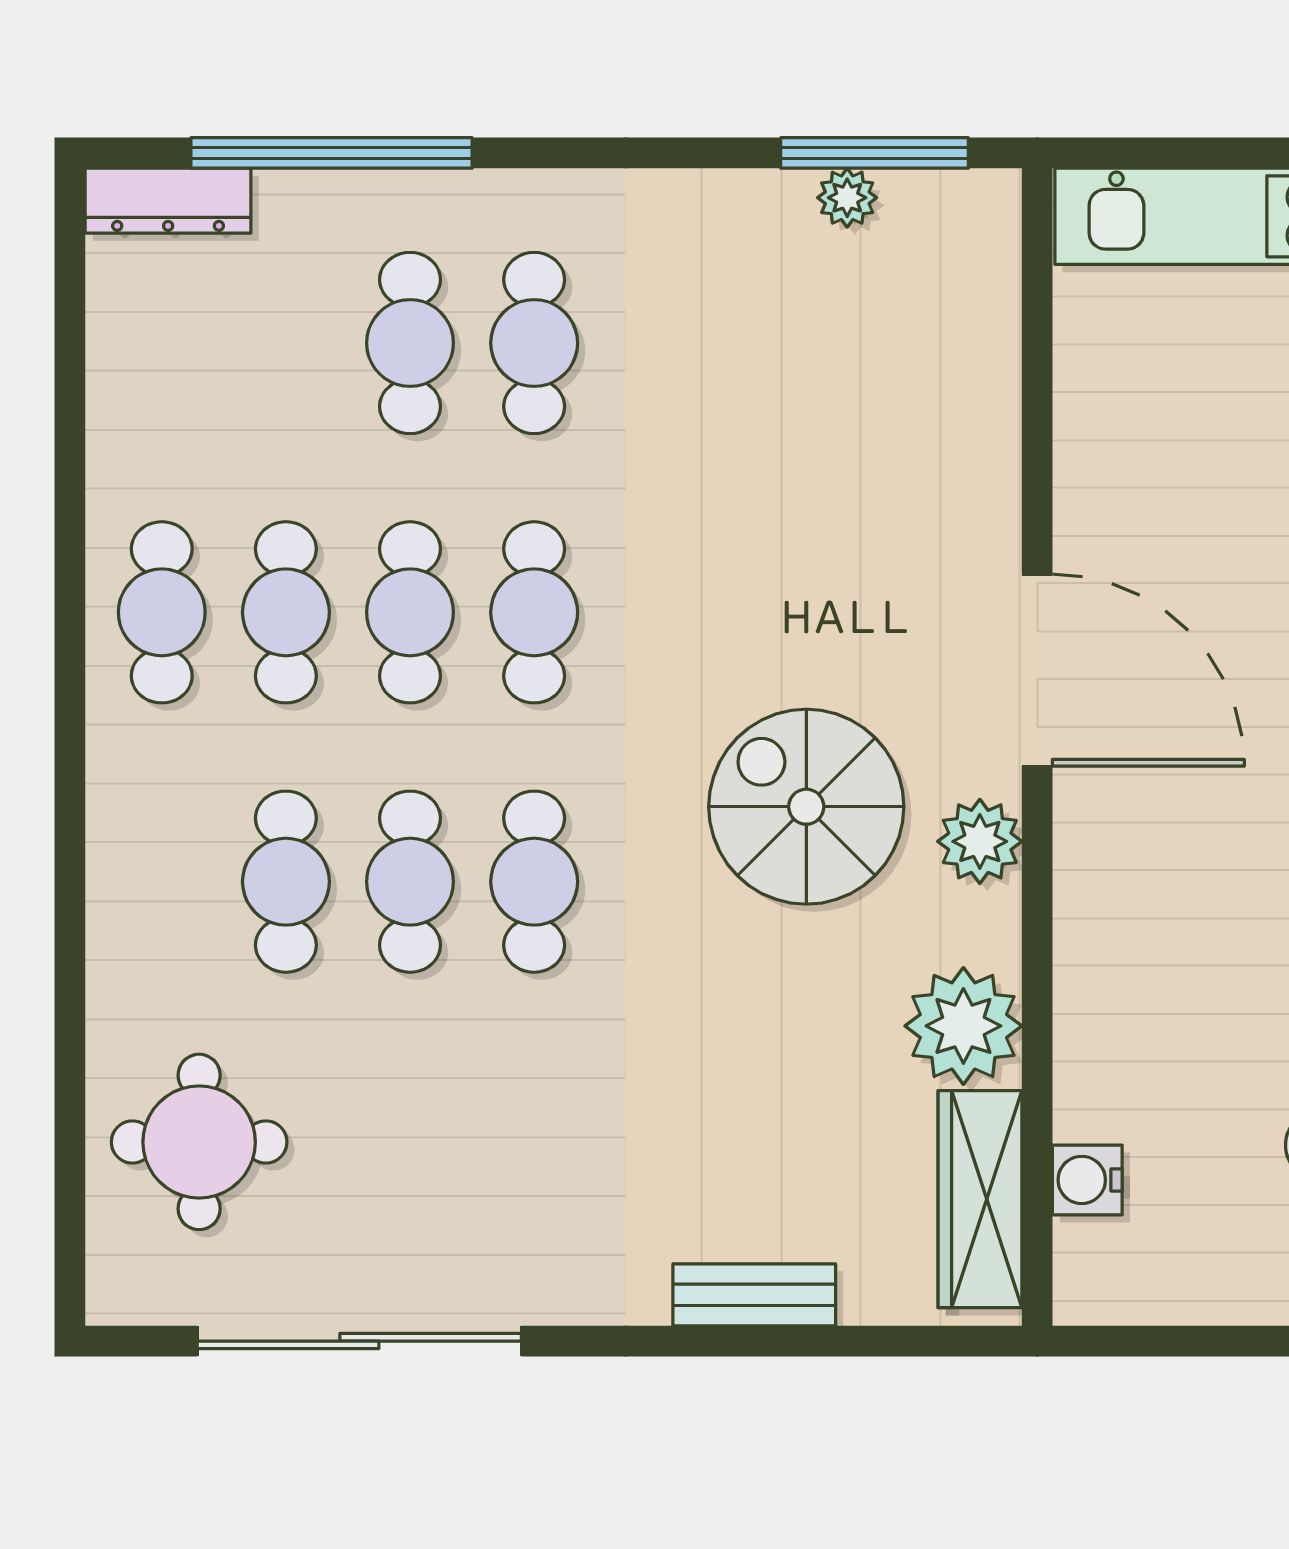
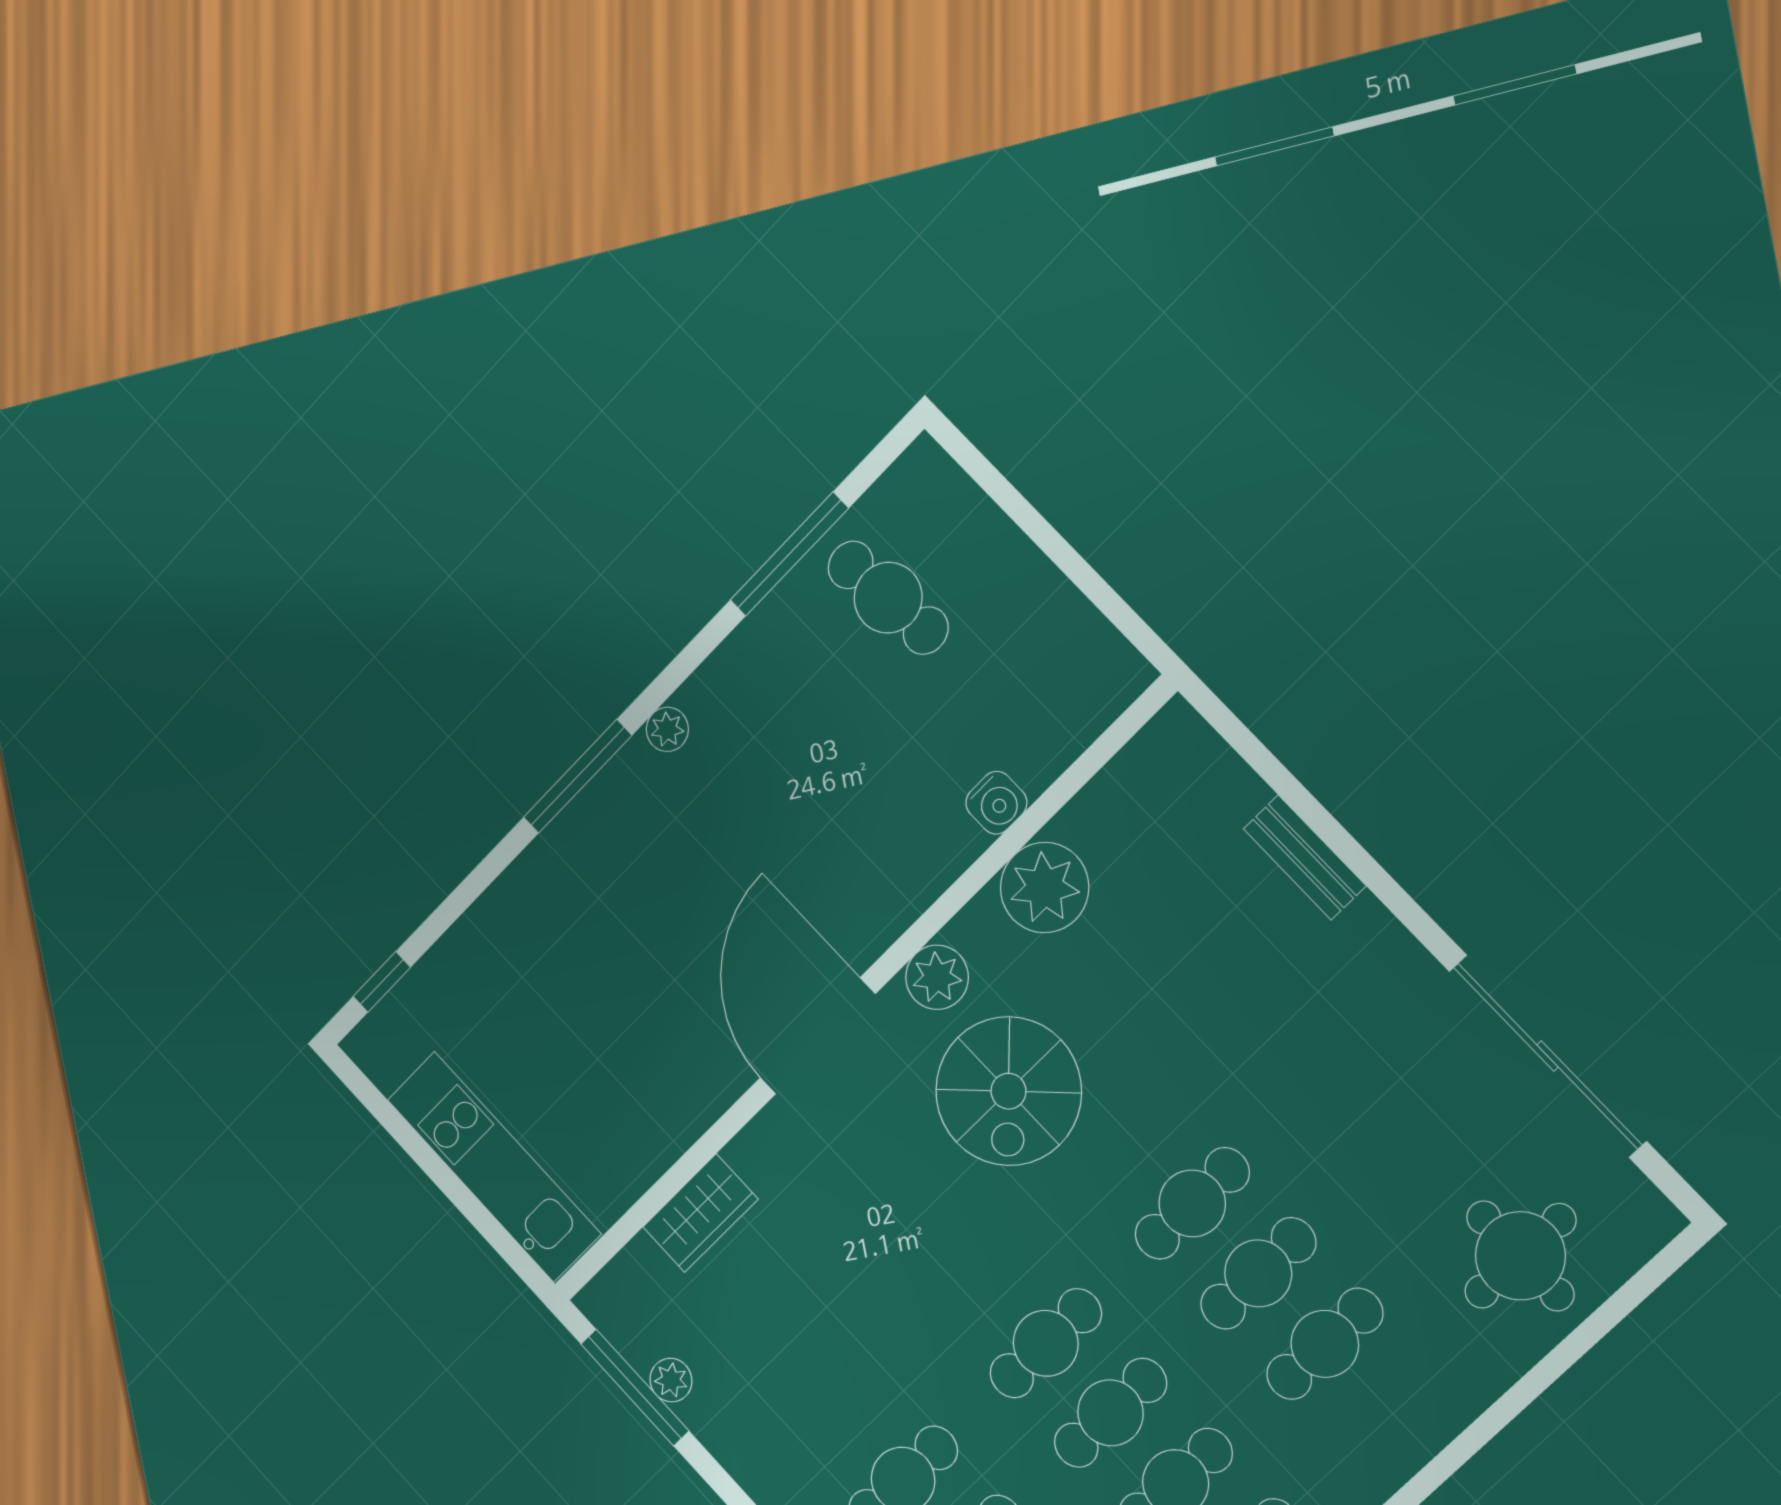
water cooler: (1087, 1180) -> (996, 803), moved
wardrobe: (980, 1199) -> (700, 1213), moved, width x0.67

